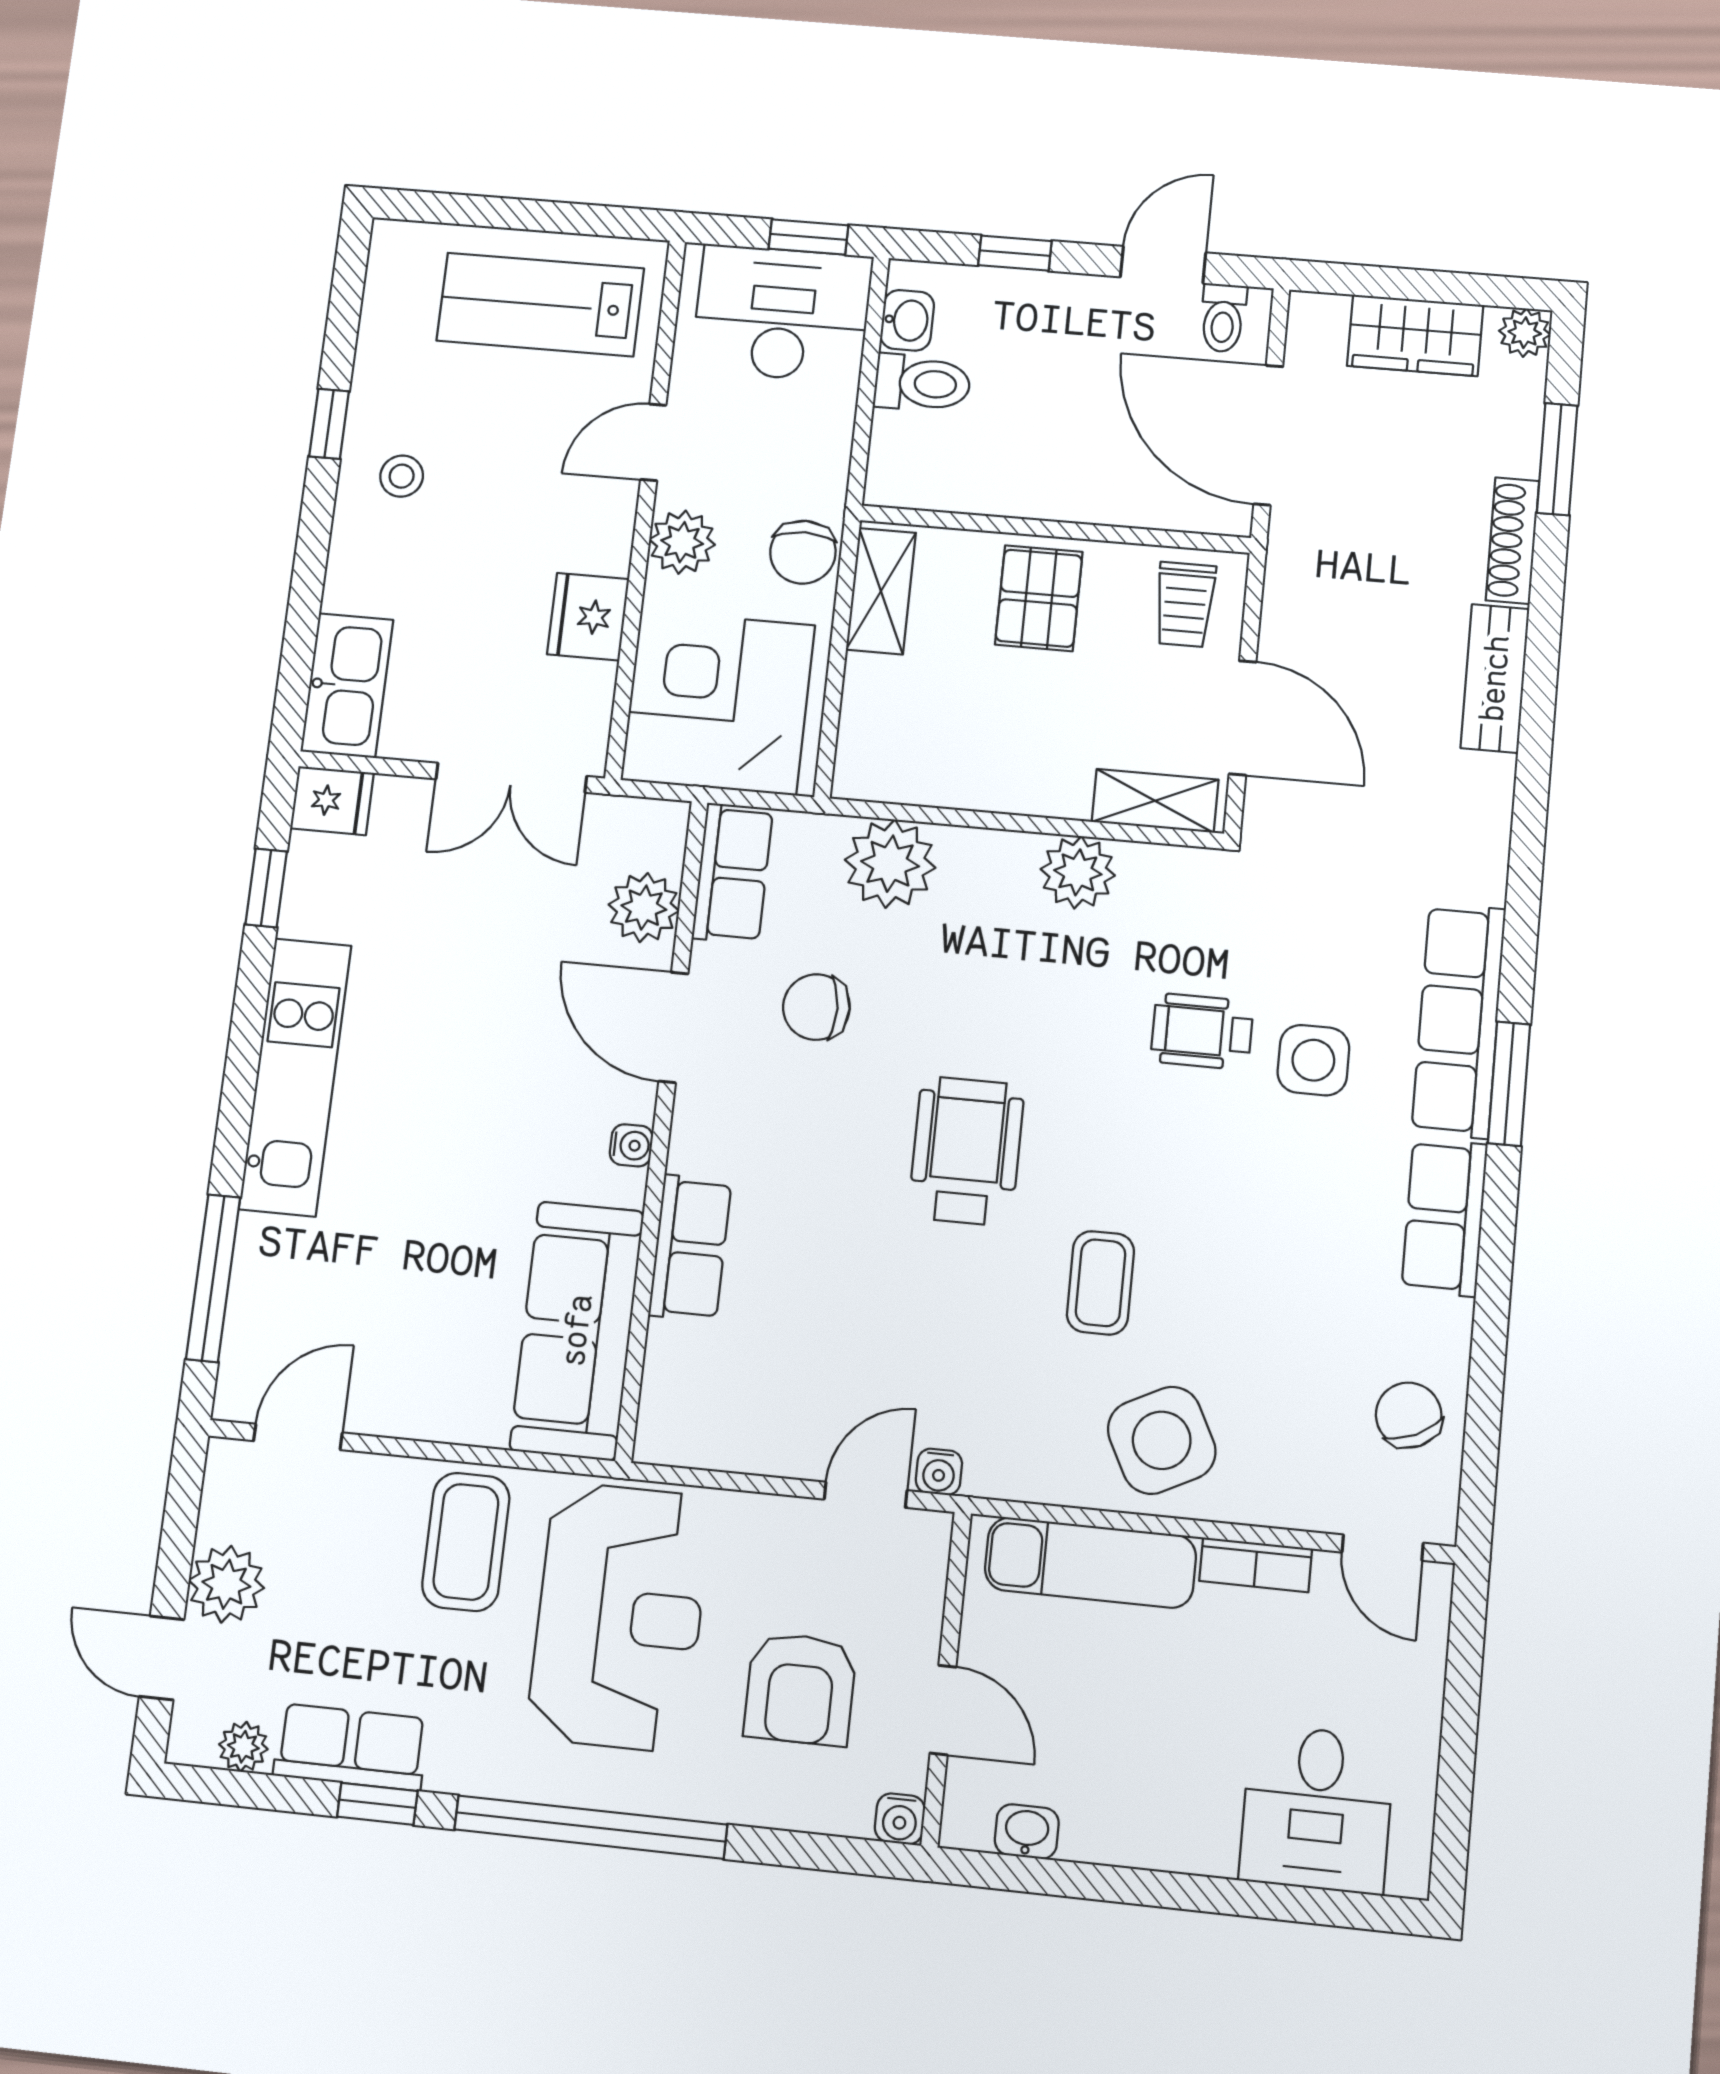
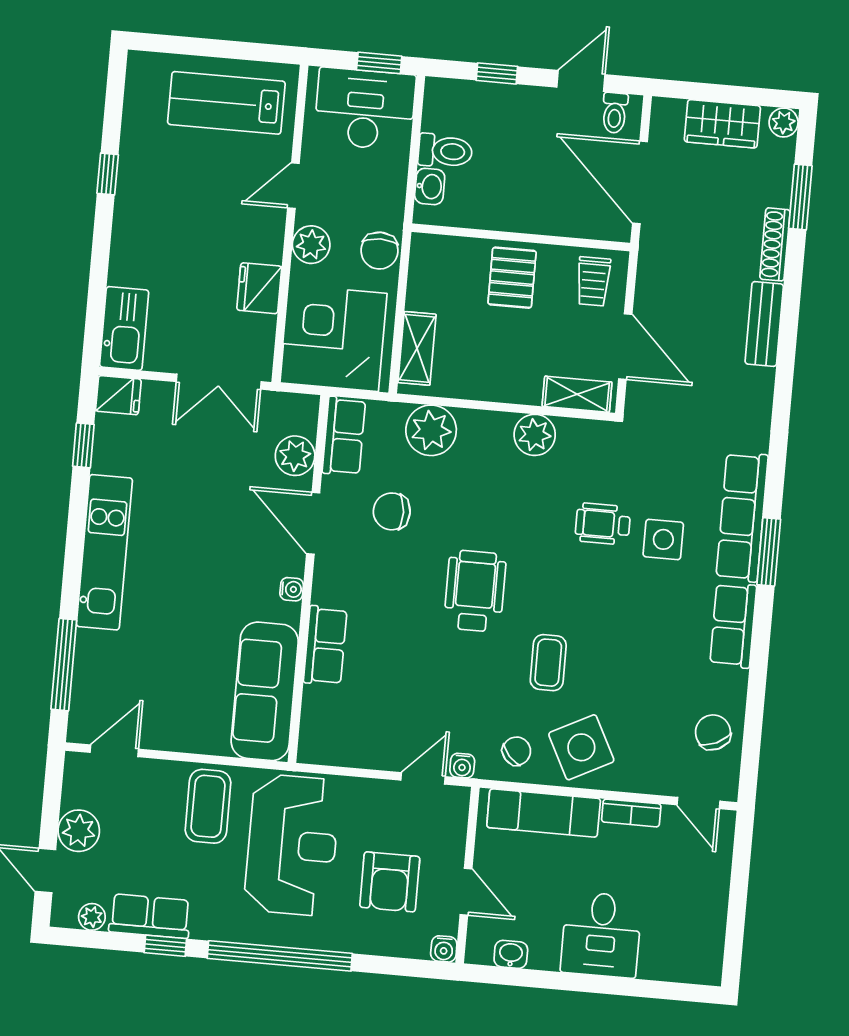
washbasin: (907, 320) -> (430, 186), moved
stool: (402, 476) -> (150, 205), removed
shelving: (881, 591) -> (417, 348), moved
chair: (1040, 1446) -> (517, 751), added
desk: (1317, 1809) -> (601, 935), moved

